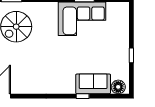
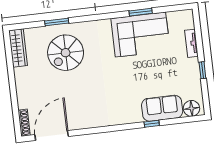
tv unit: (125, 31) -> (191, 43), added

